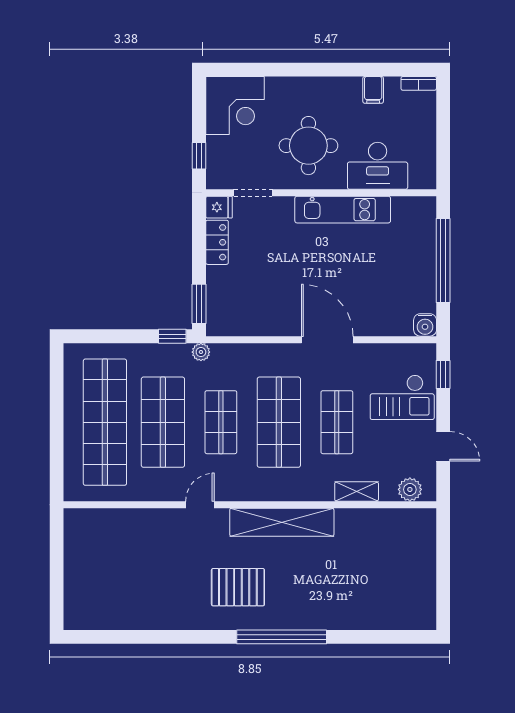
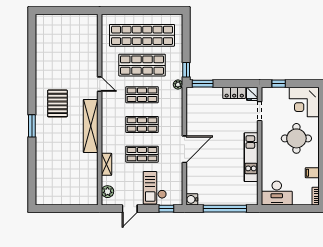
round table: (308, 146) -> (296, 138), moved
desk: (378, 166) -> (277, 193), moved, turned -90
shop shelf: (279, 422) -> (142, 124), width x0.70, depth x0.74
window: (282, 637) -> (32, 126), width x0.47

